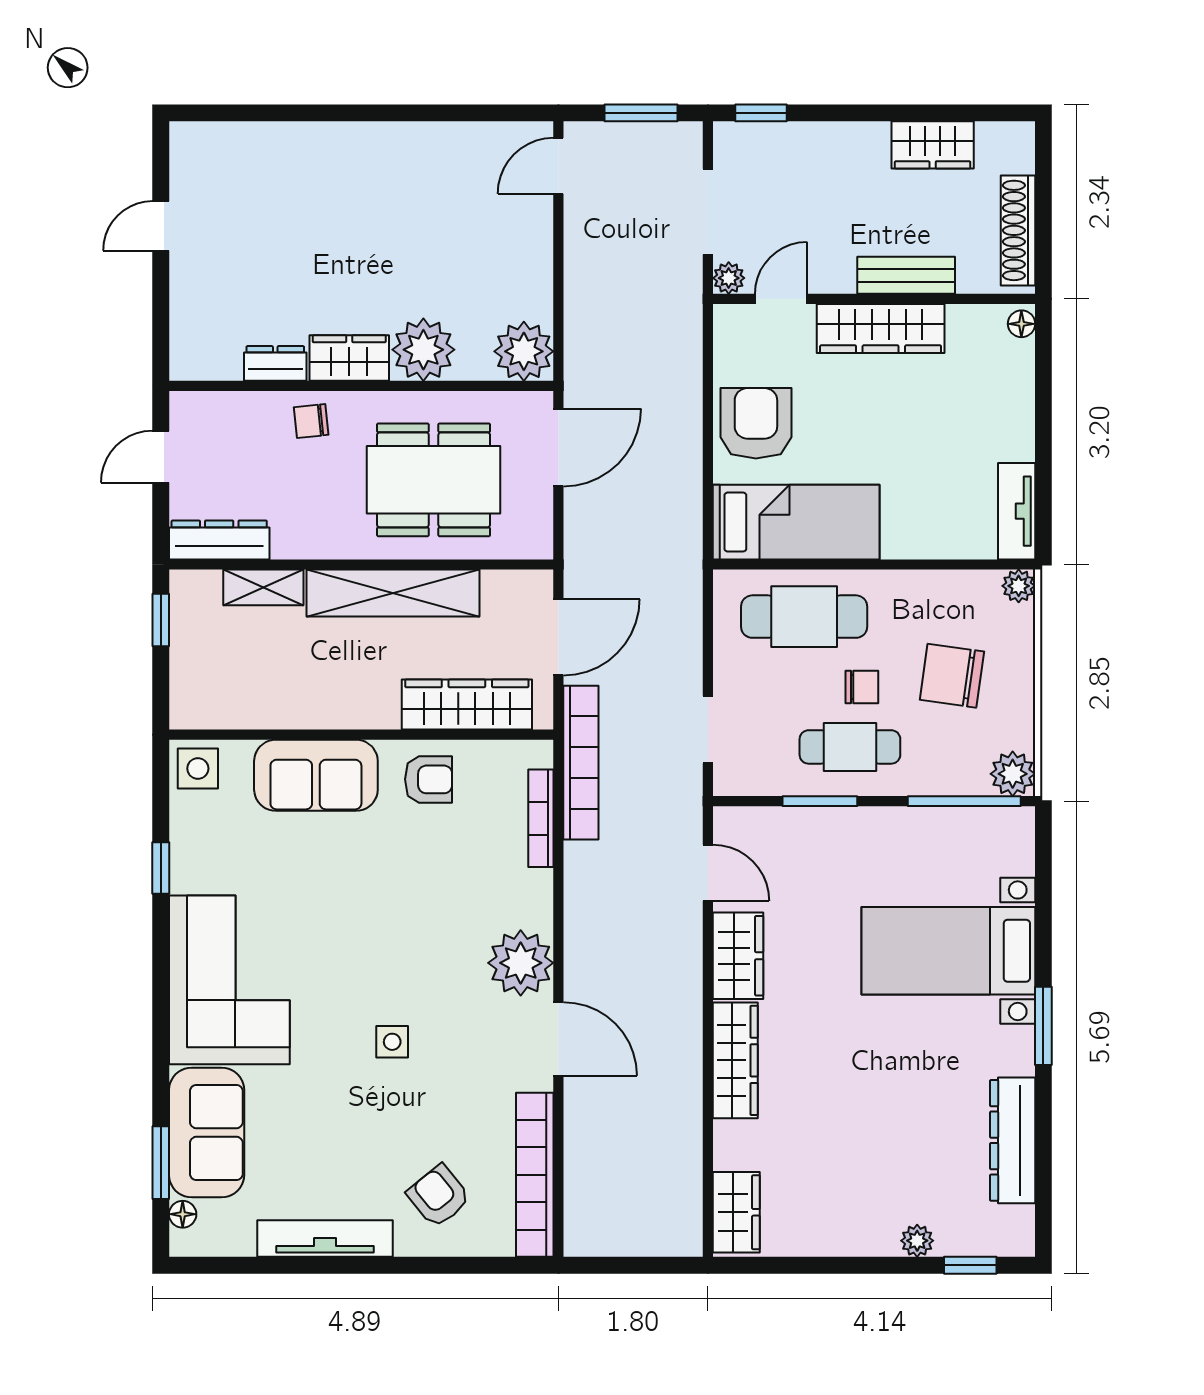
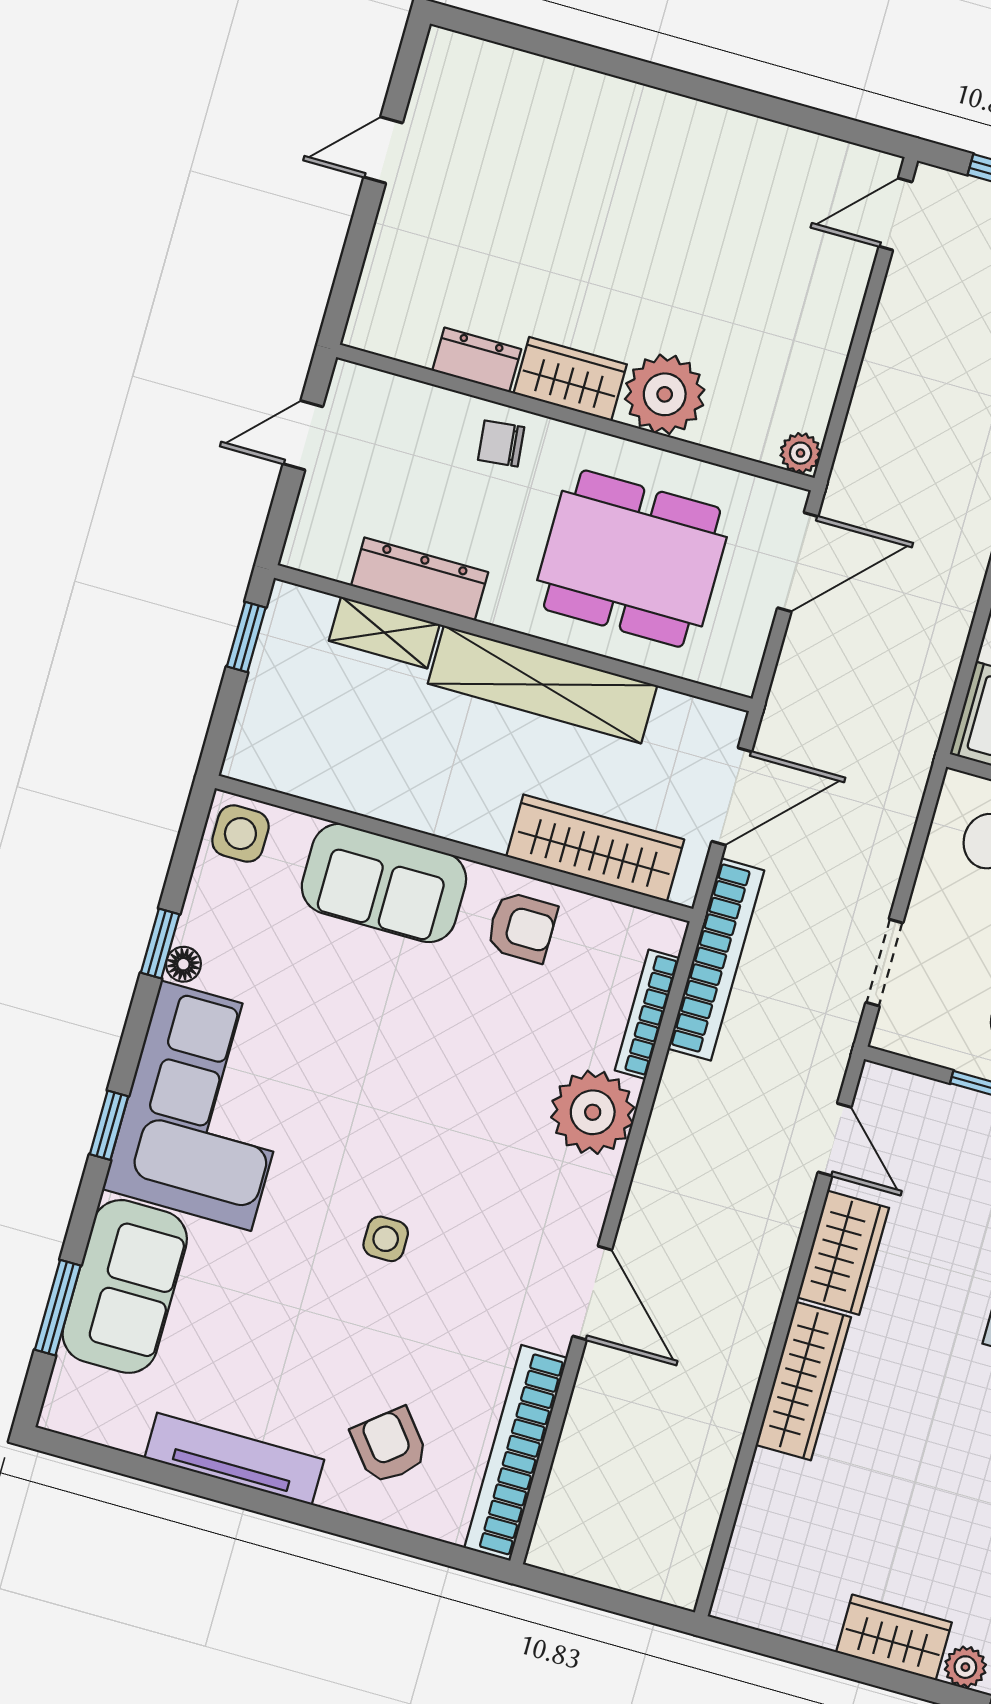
plant: (524, 351) -> (801, 453), width x0.53, depth x0.53
dresser: (219, 540) -> (420, 579), moved
plant: (521, 963) -> (593, 1112), moved
window: (161, 1015) -> (109, 1125), added
wardrobe: (736, 1212) -> (894, 1637), moved, turned -90
floor lamp: (183, 1214) -> (183, 964), moved

